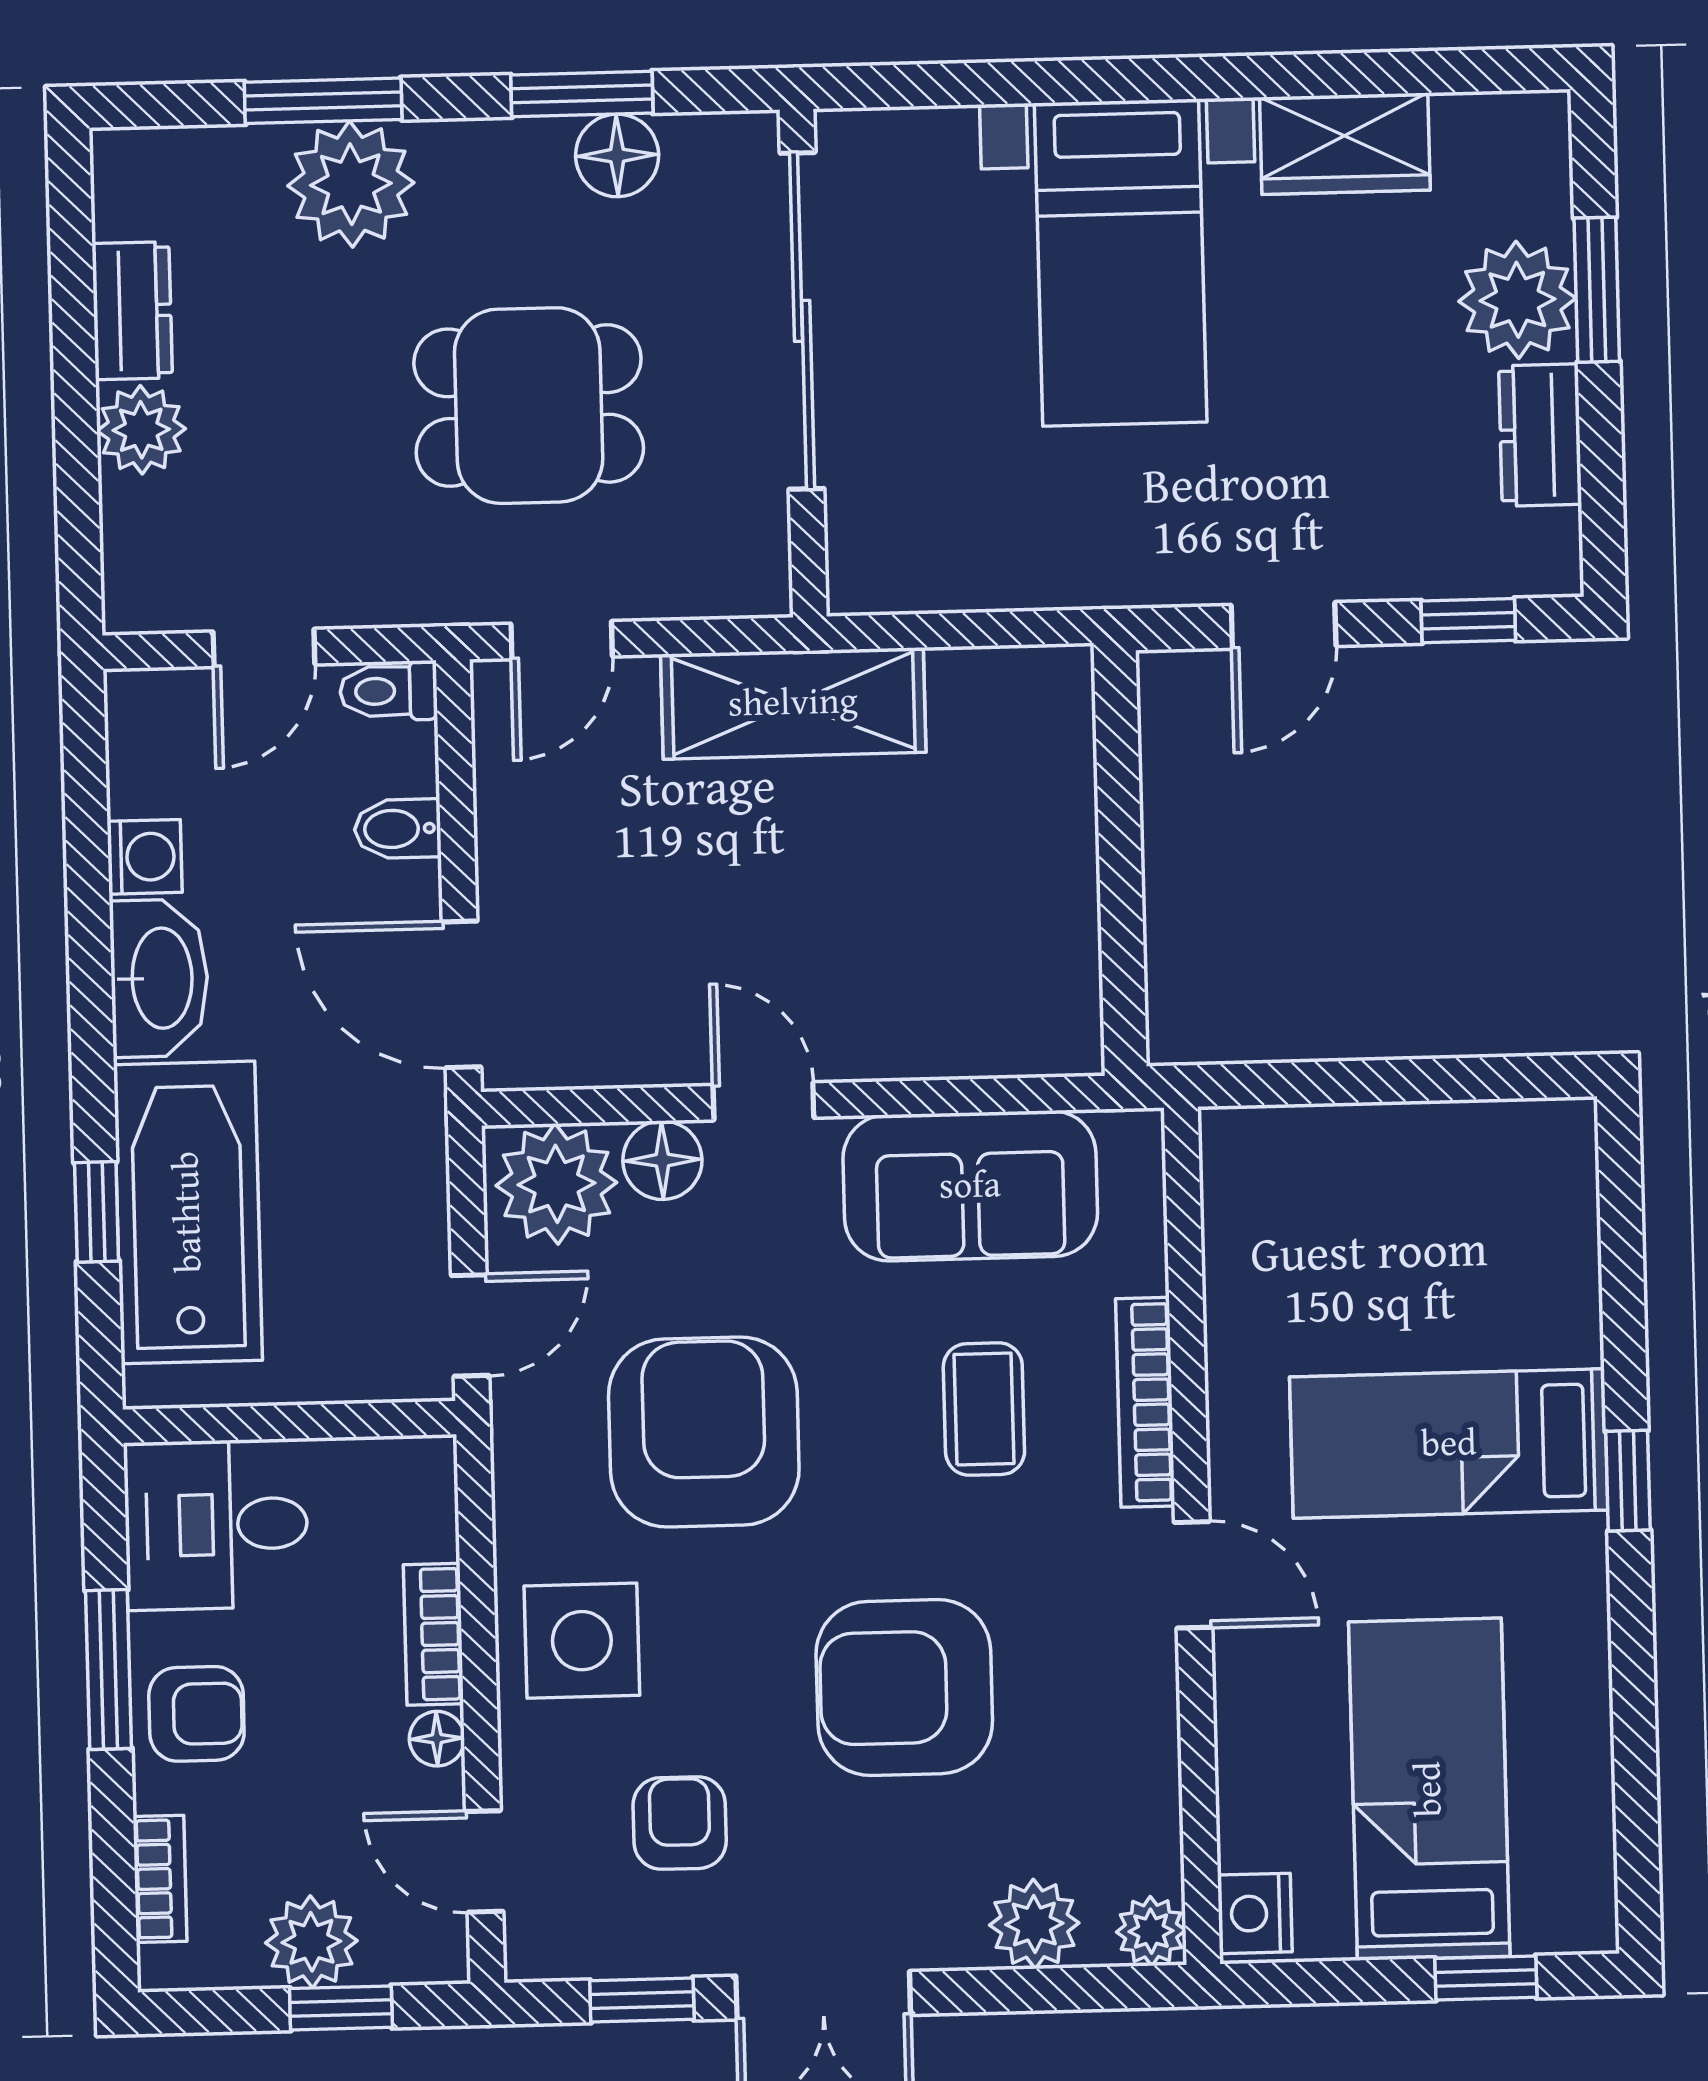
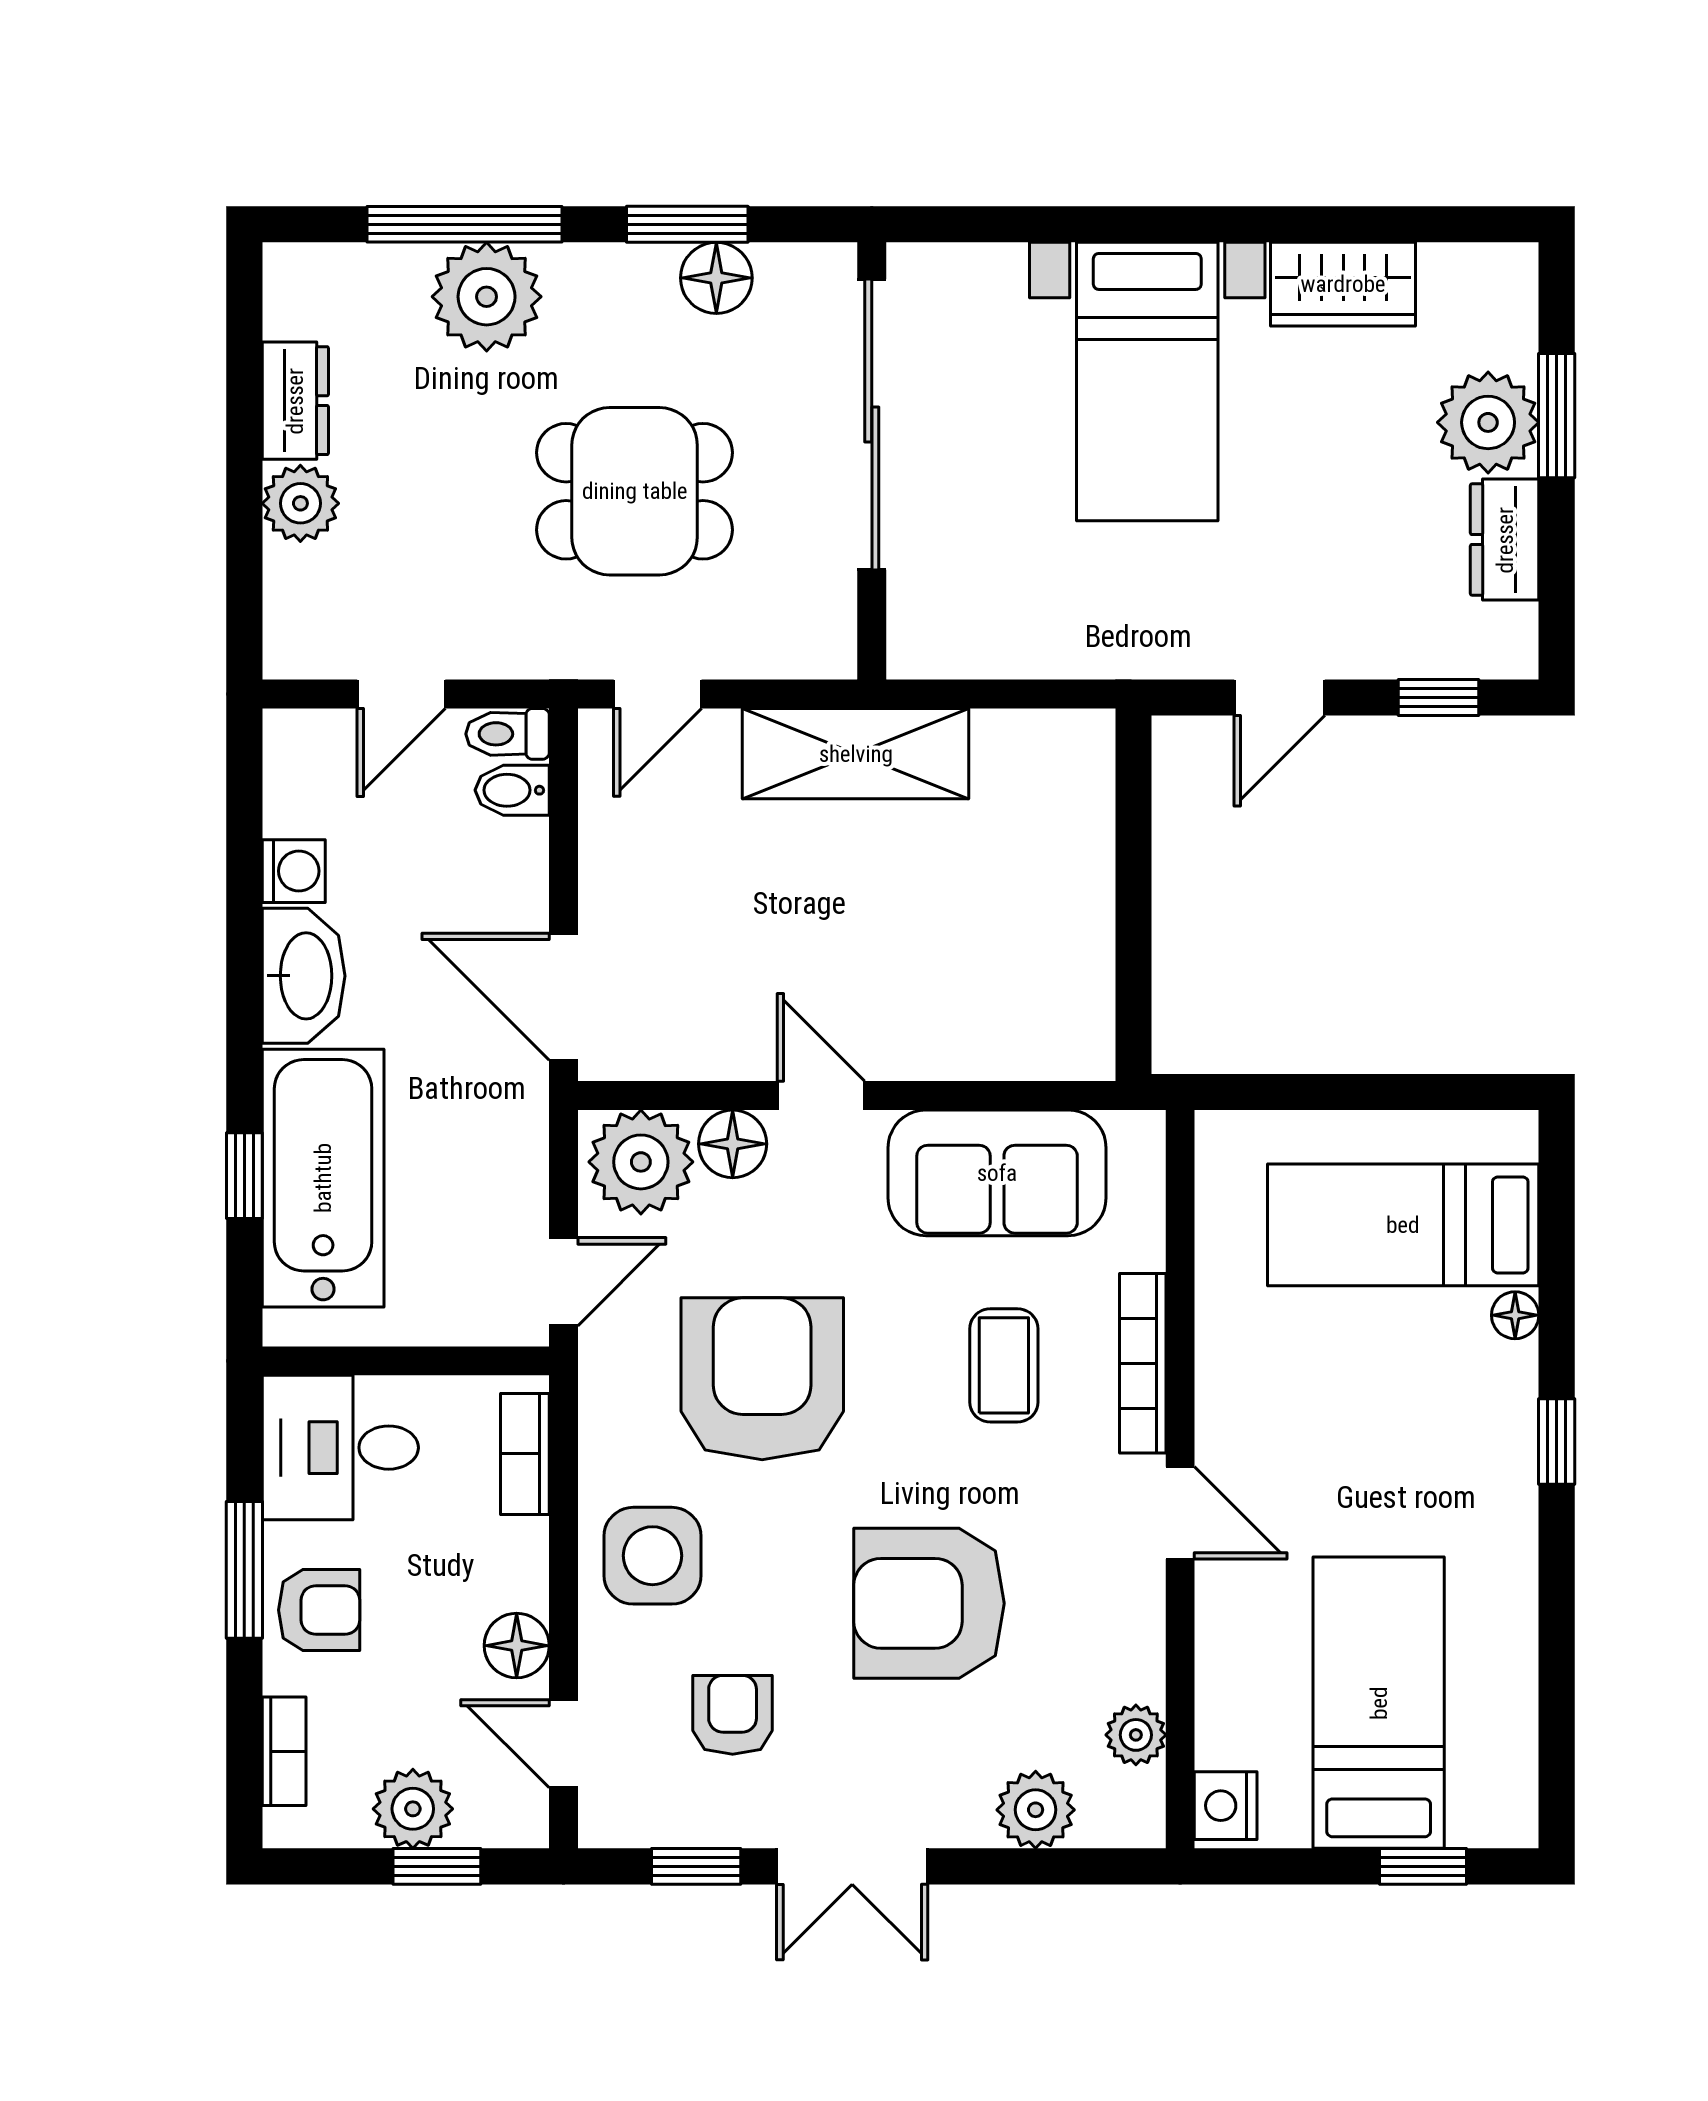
window: (323, 101) -> (464, 224), width x1.44
bidet: (398, 829) -> (512, 790), moved
floor lamp: (1576, 1335) -> (1515, 1315), added
bed: (1449, 1444) -> (1403, 1225), moved
bookcase: (433, 1634) -> (525, 1454), moved
floor lamp: (437, 1739) -> (517, 1646), width x1.37, depth x1.37
plant: (1151, 1931) -> (1136, 1735), moved

